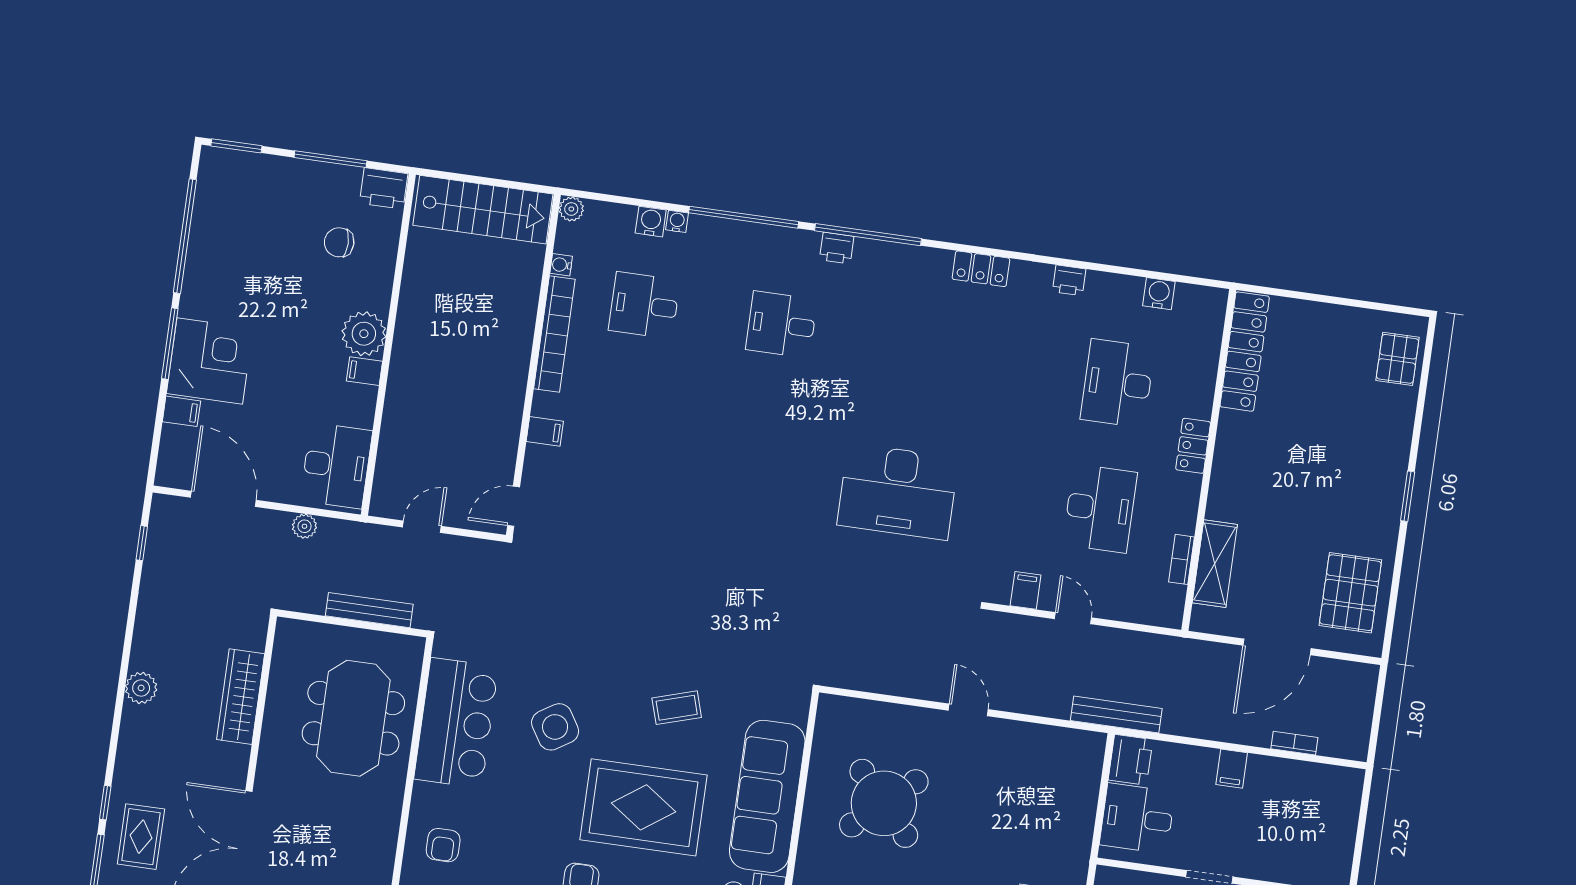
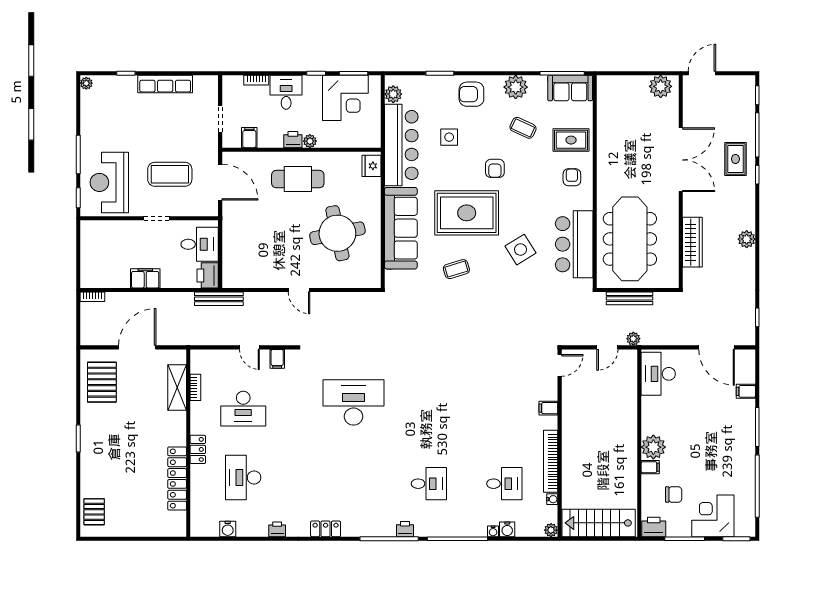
locker: (1245, 352) -> (177, 478), moved
corner desk: (210, 361) -> (713, 516), moved, turned 90
filing cabinet: (364, 371) -> (650, 467), moved
desk: (1118, 383) -> (243, 477), turned 180
desk: (1100, 508) -> (243, 409), turned -90
plant: (304, 526) -> (633, 339), moved
meeting table: (353, 718) -> (630, 239), width x1.36
bookcase: (1294, 743) -> (92, 297), moved
filing cabinet: (1232, 769) -> (145, 278), width x2.00
round table: (884, 803) -> (337, 233), turned 30

